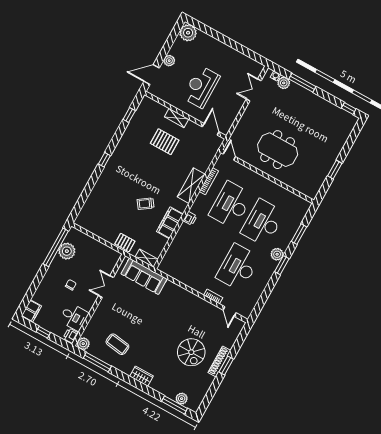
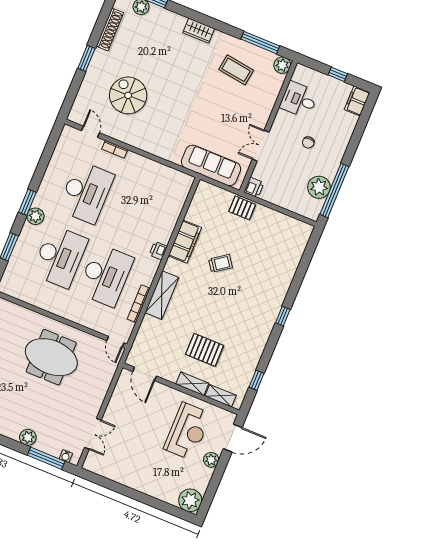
plant: (284, 83) -> (28, 437), moved
window: (302, 83) -> (46, 458), moved
reception desk: (201, 87) -> (187, 431), moved
shelving: (147, 258) -> (221, 396), moved
double door: (106, 287) -> (261, 146), swing flipped
printer: (71, 336) -> (254, 187), moved
spiral stairs: (191, 352) -> (128, 95), moved
shoe rack: (219, 361) -> (110, 29), moved

